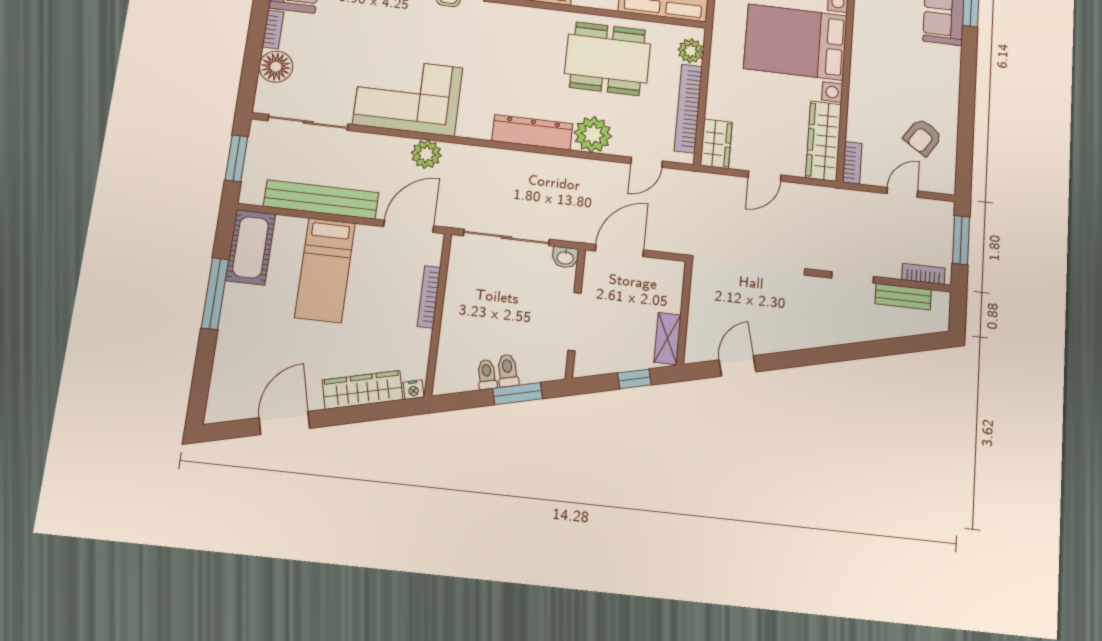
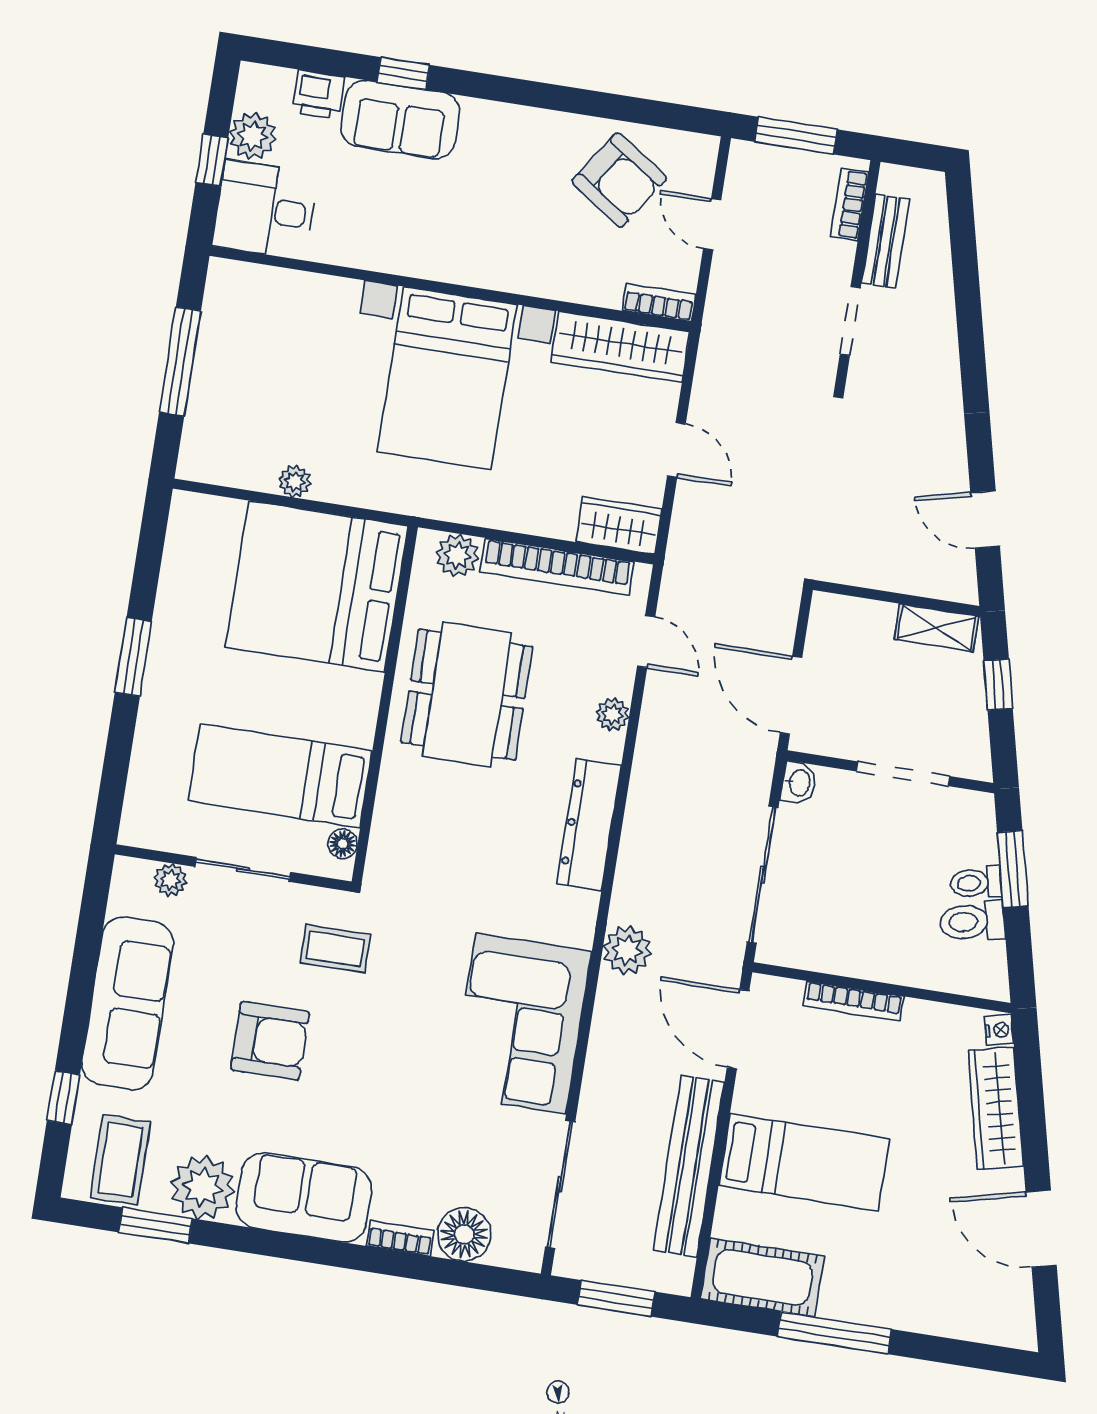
plant: (593, 134) -> (613, 714), width x0.53, depth x0.53
armchair: (923, 137) -> (619, 180), width x1.38, depth x1.38
plant: (426, 154) -> (627, 950), moved
toilet: (487, 374) -> (972, 921), width x1.37, depth x1.39

